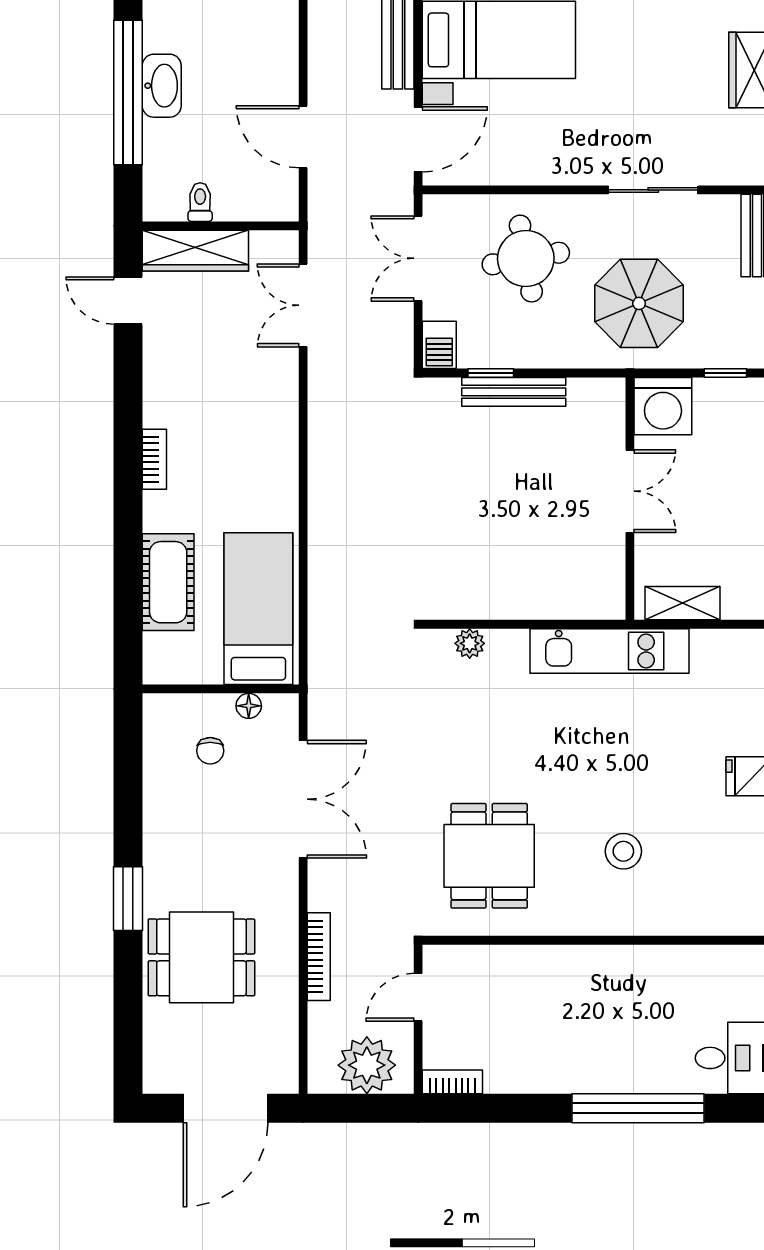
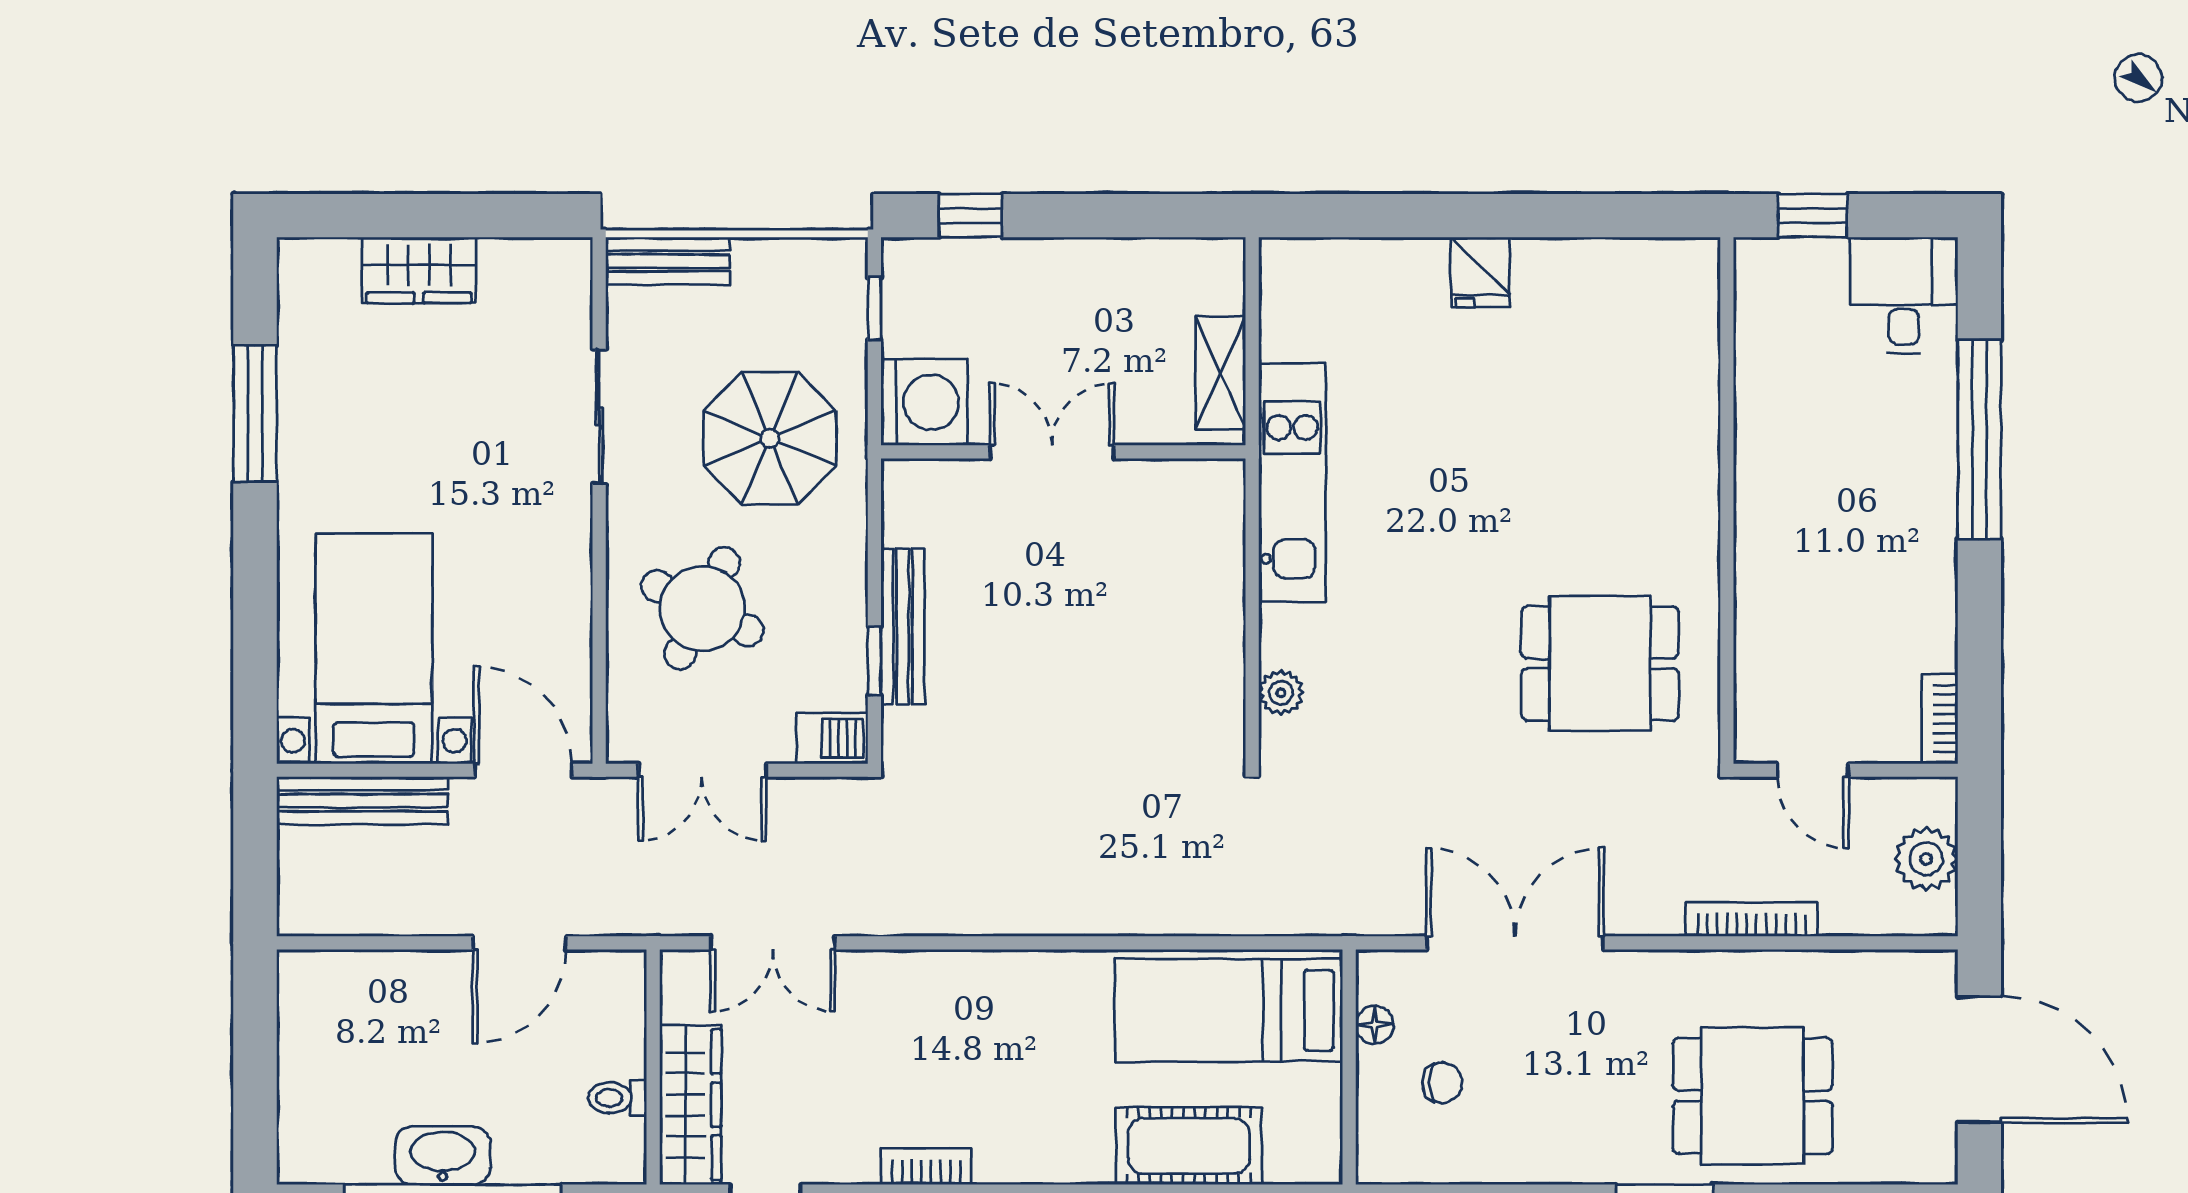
round table: (526, 259) -> (702, 608), turned 36
bookcase: (154, 459) -> (926, 1167), moved
stool: (623, 851) -> (1593, 462), removed
dining table: (201, 957) -> (1753, 1096), turned 90
plant: (367, 1065) -> (1926, 859), width x0.73, depth x0.73

